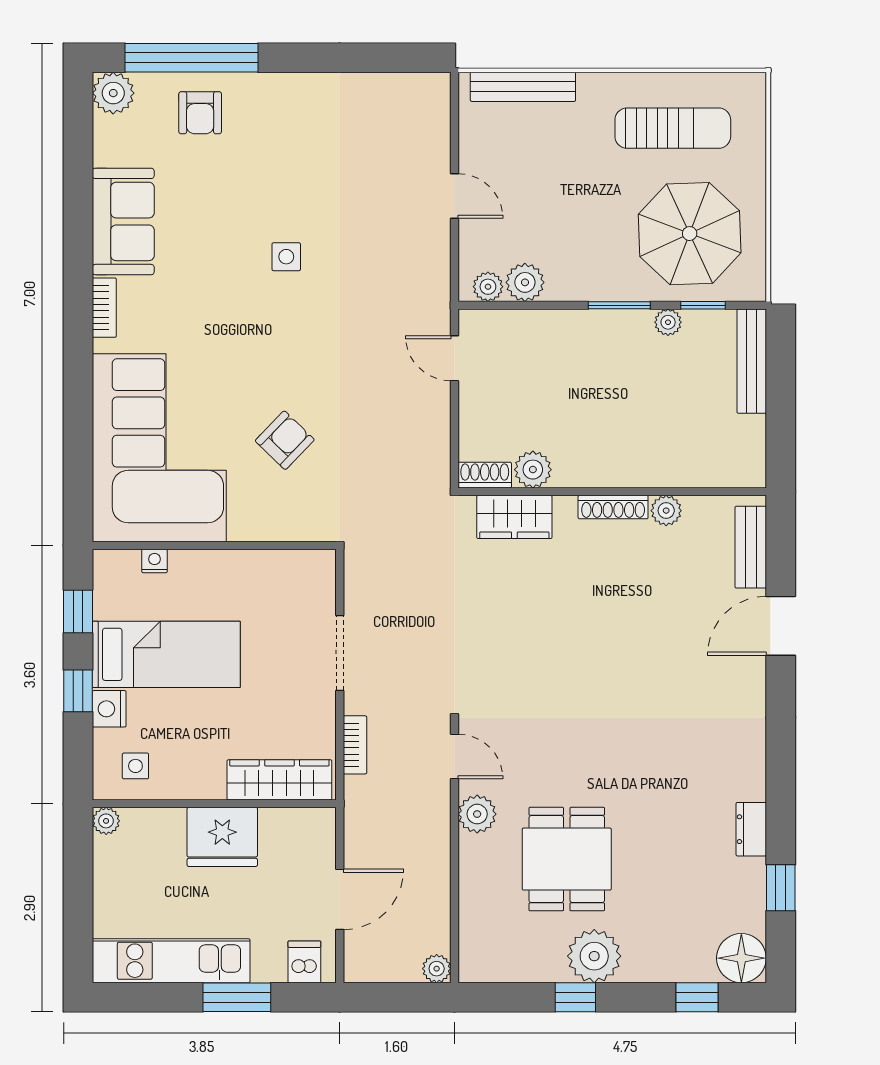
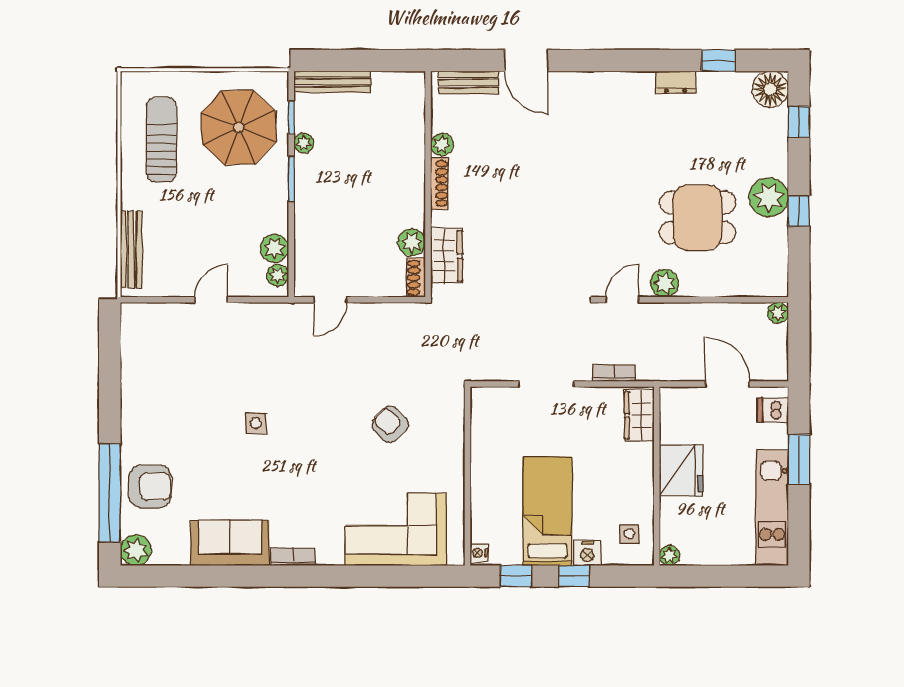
armchair: (200, 113) -> (150, 486), width x1.38, depth x1.38
corner sofa: (159, 448) -> (396, 529), width x0.73, depth x0.74
nightstand: (154, 561) -> (479, 553), moved
wardrobe: (279, 780) -> (639, 415), width x0.67

